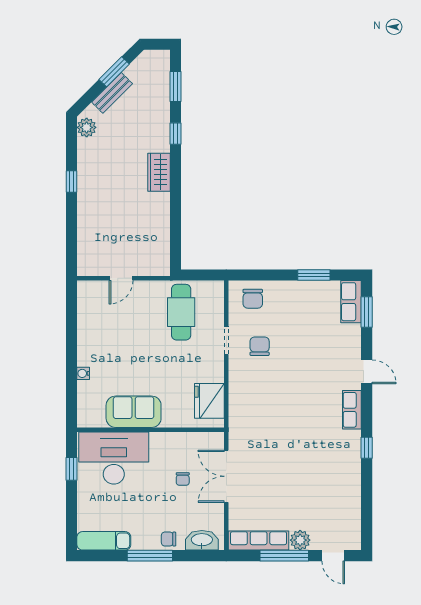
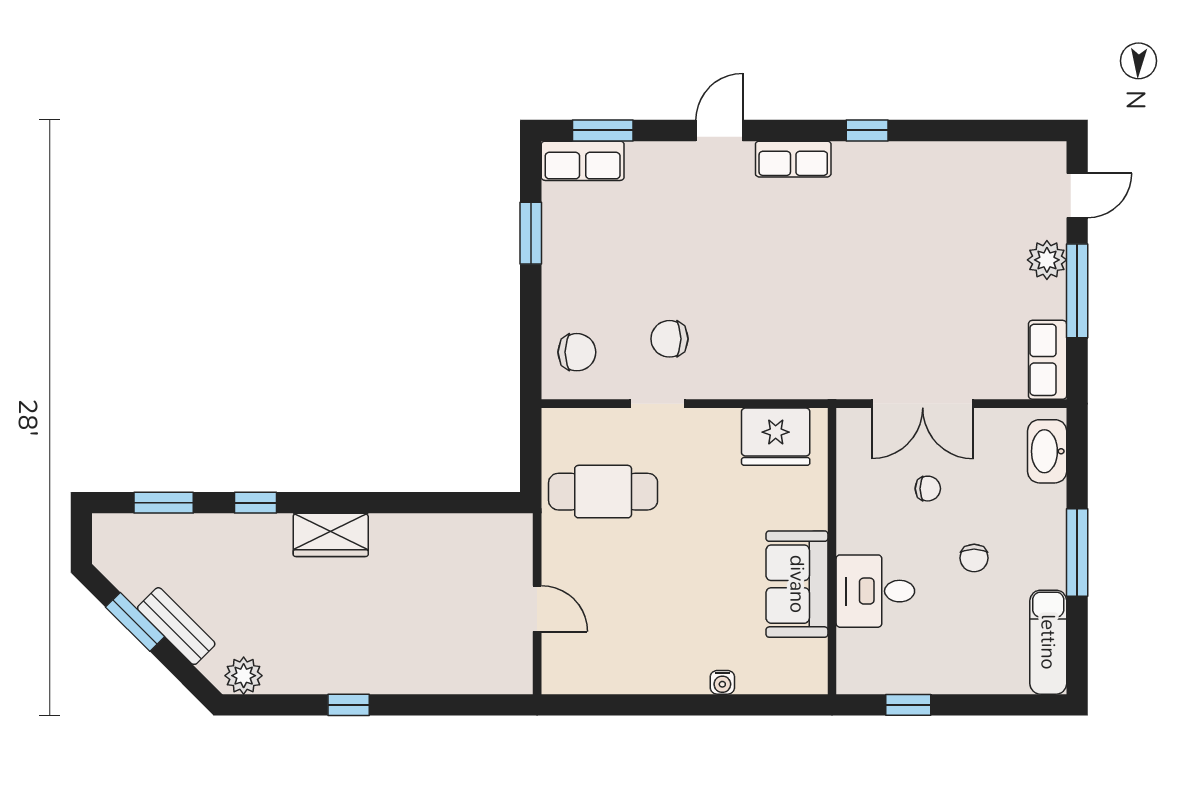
desk: (114, 458) -> (875, 591), width x0.53, depth x0.77
chair: (169, 539) -> (974, 558), moved
row of seats: (259, 540) -> (1048, 360), width x0.68

